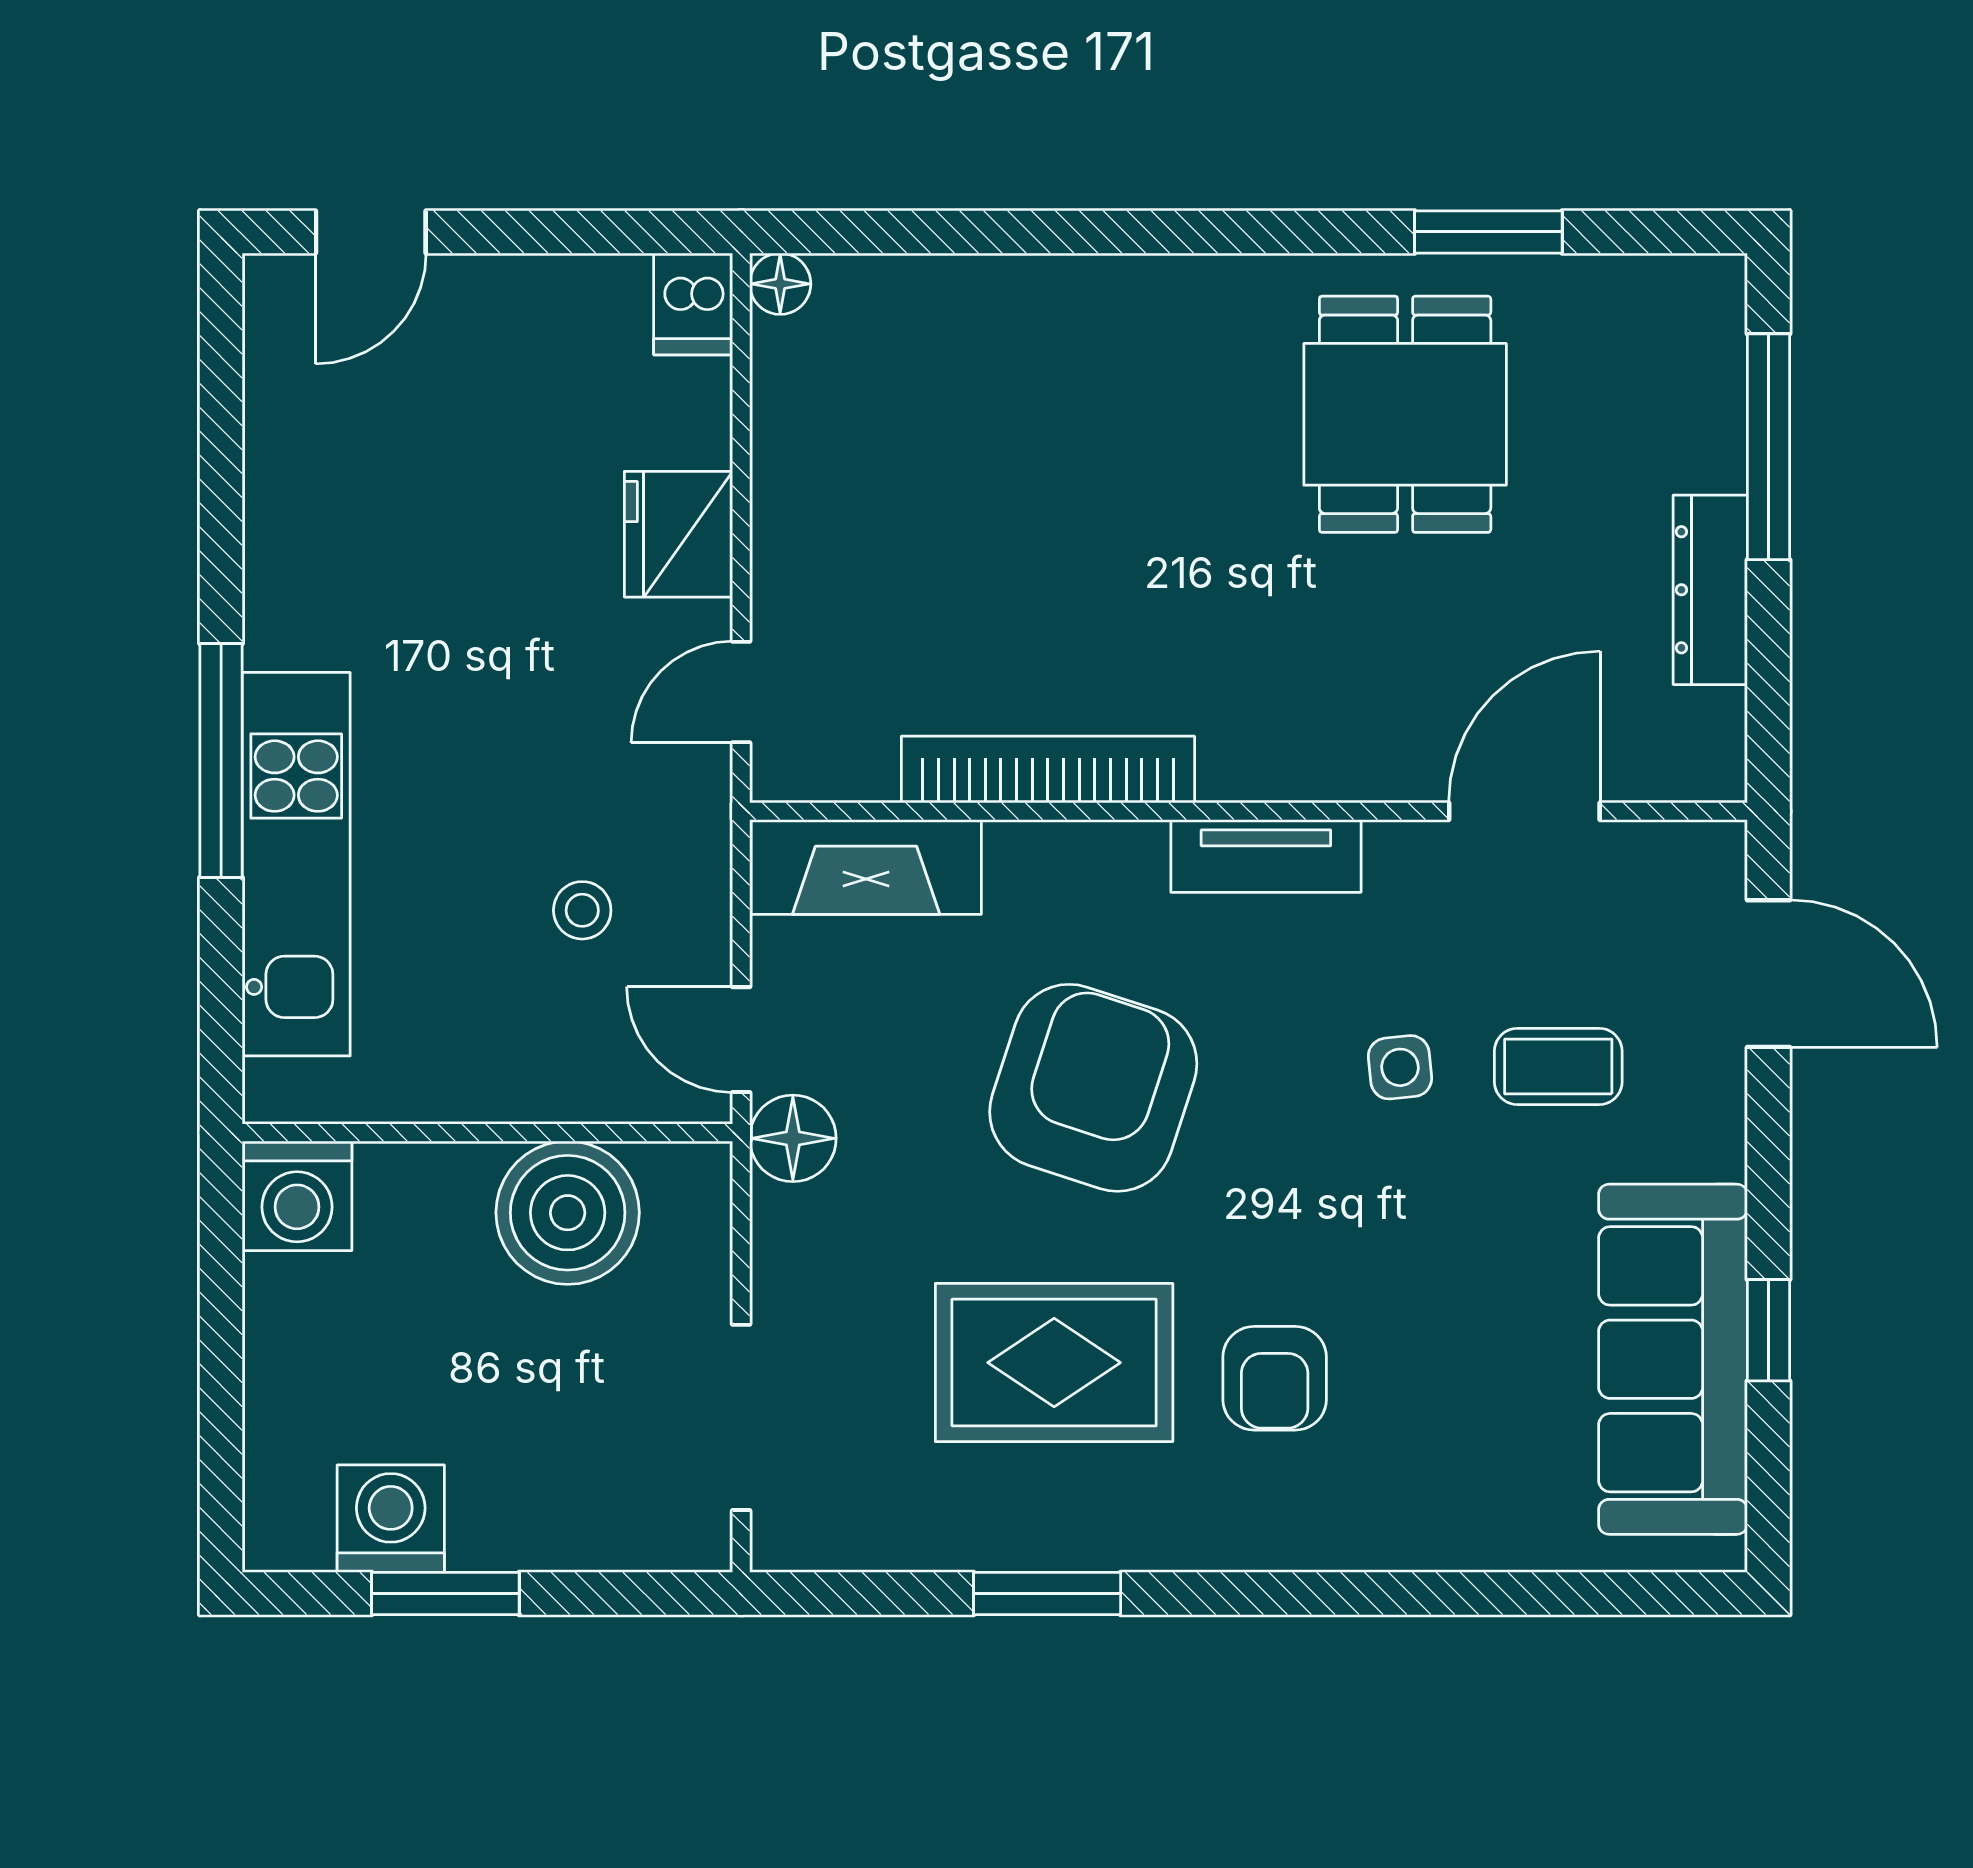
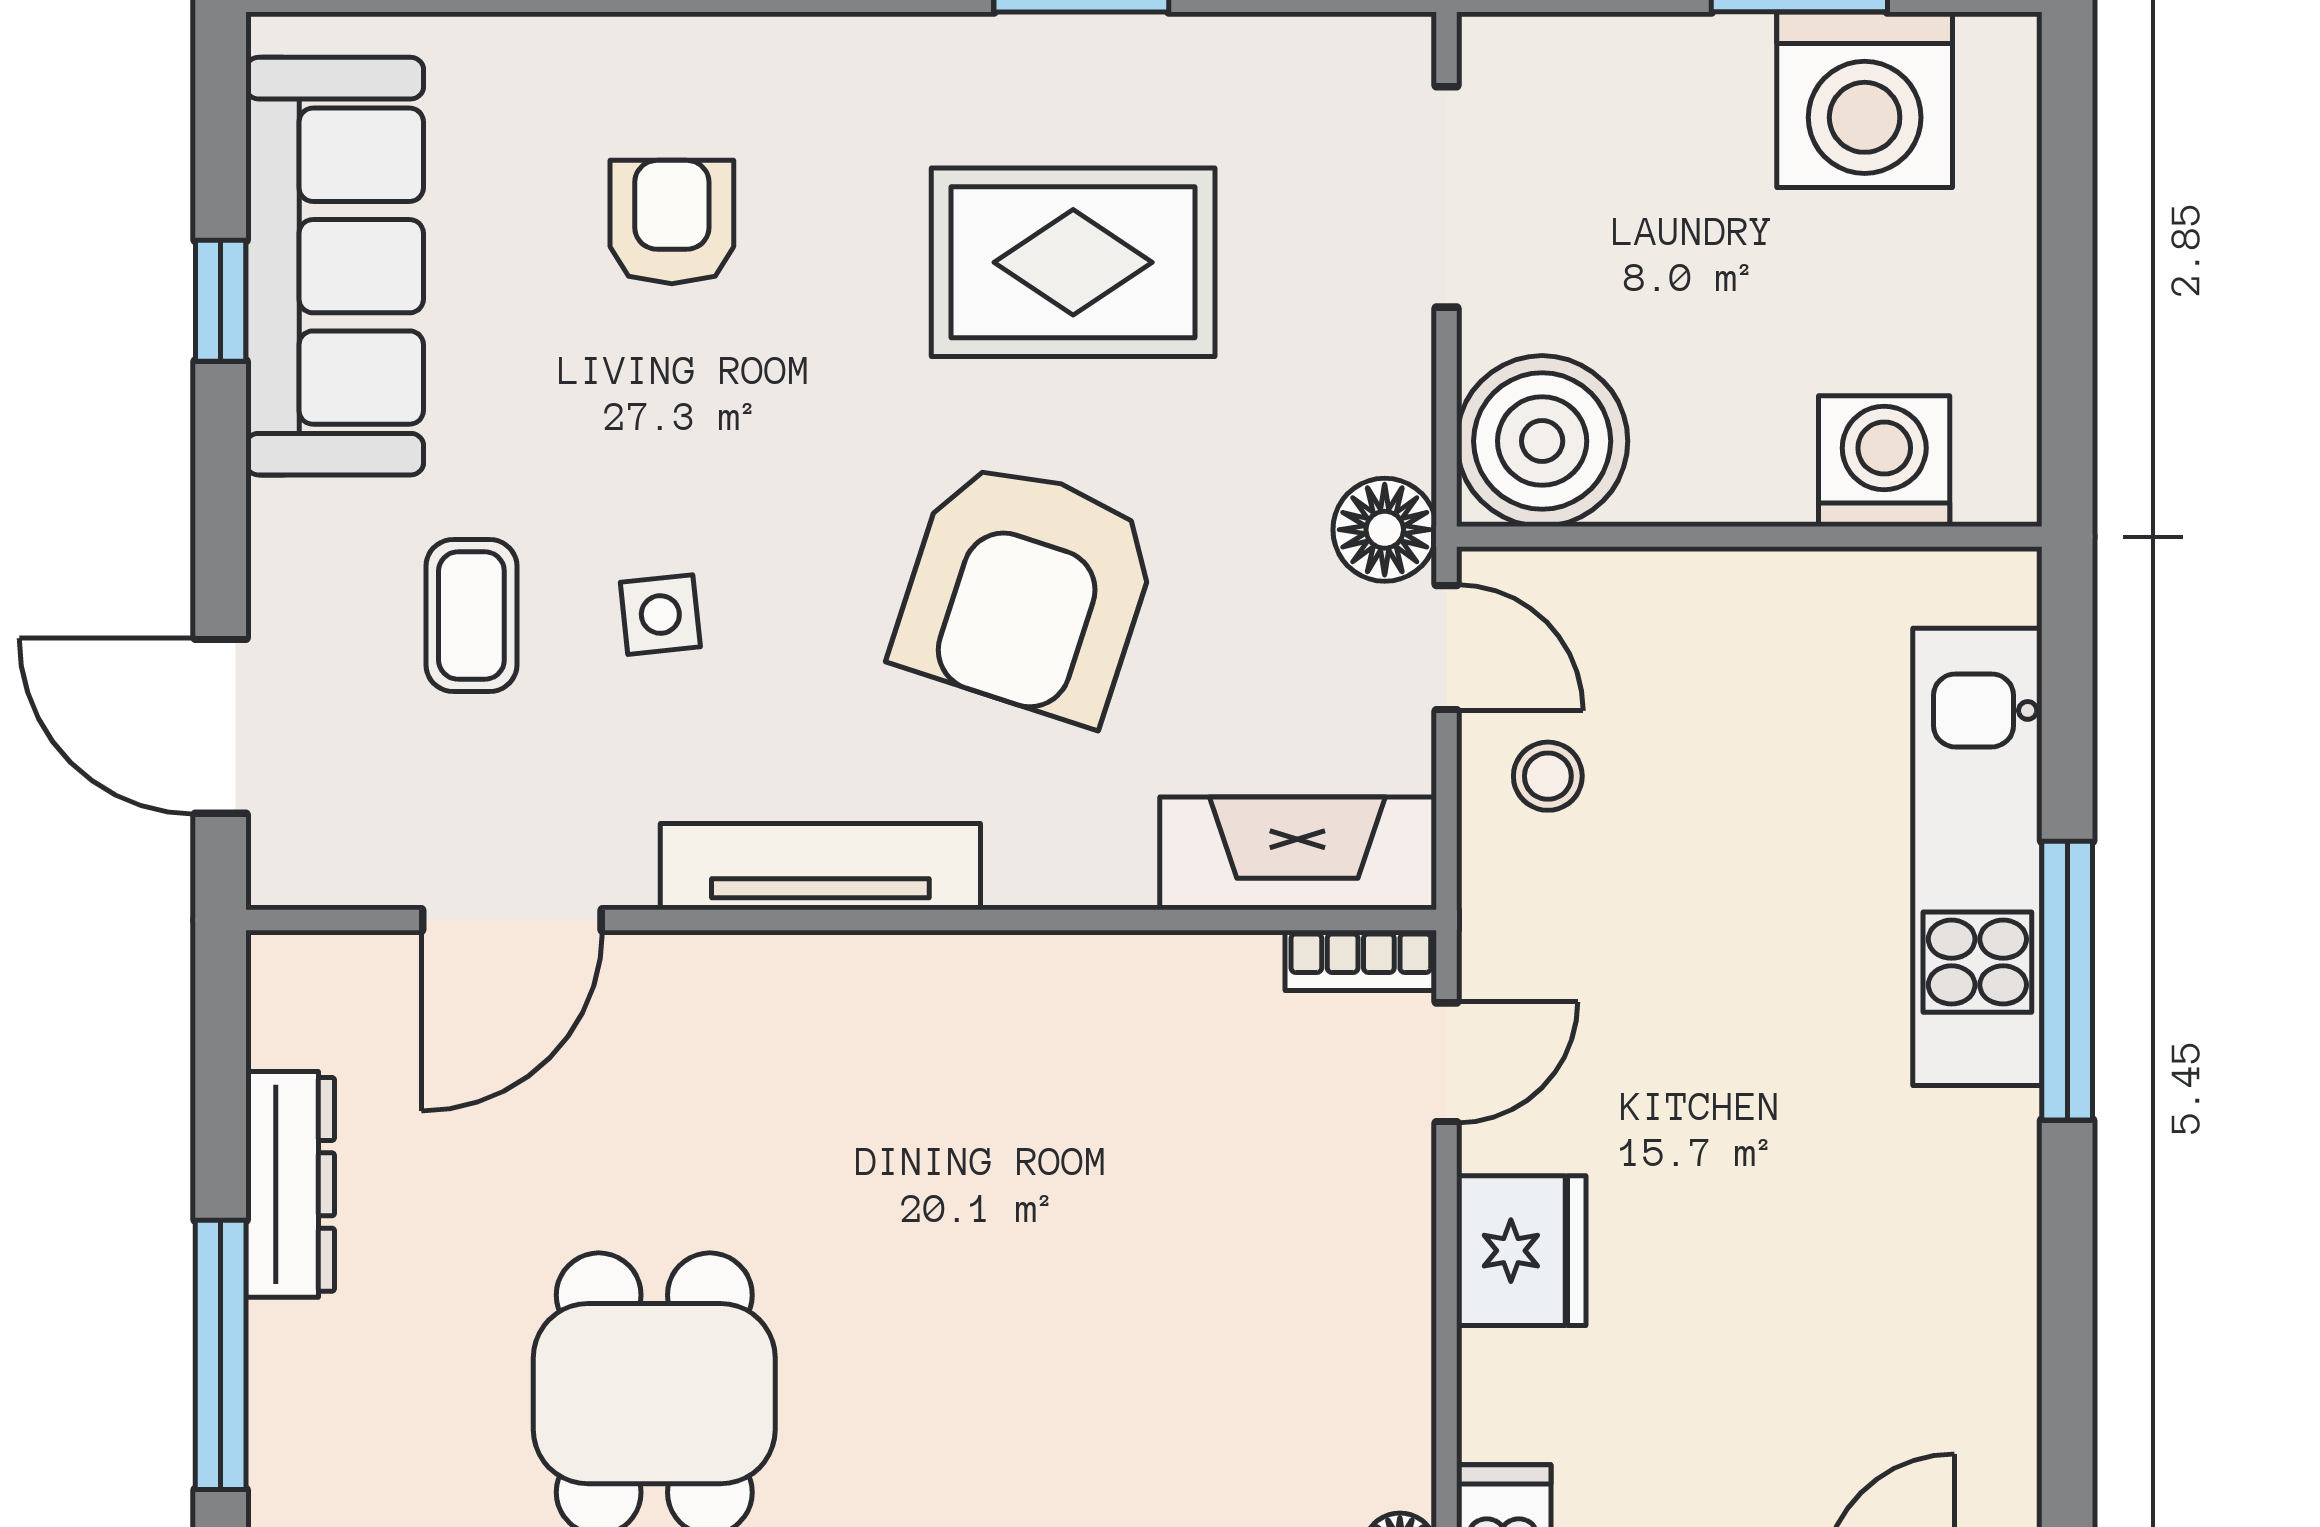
bookcase: (1048, 770) -> (1361, 960), moved, width x0.43, depth x0.76
tv unit: (1266, 856) -> (820, 867), width x1.41
stool: (582, 910) -> (1548, 776), moved
coffee table: (1558, 1066) -> (471, 615), turned 90
washing machine: (297, 1196) -> (1884, 461), moved
boiler: (568, 1213) -> (1542, 441), moved
armchair: (1275, 1378) -> (672, 222), moved
washing machine: (391, 1519) -> (1865, 100), width x1.37, depth x1.37

